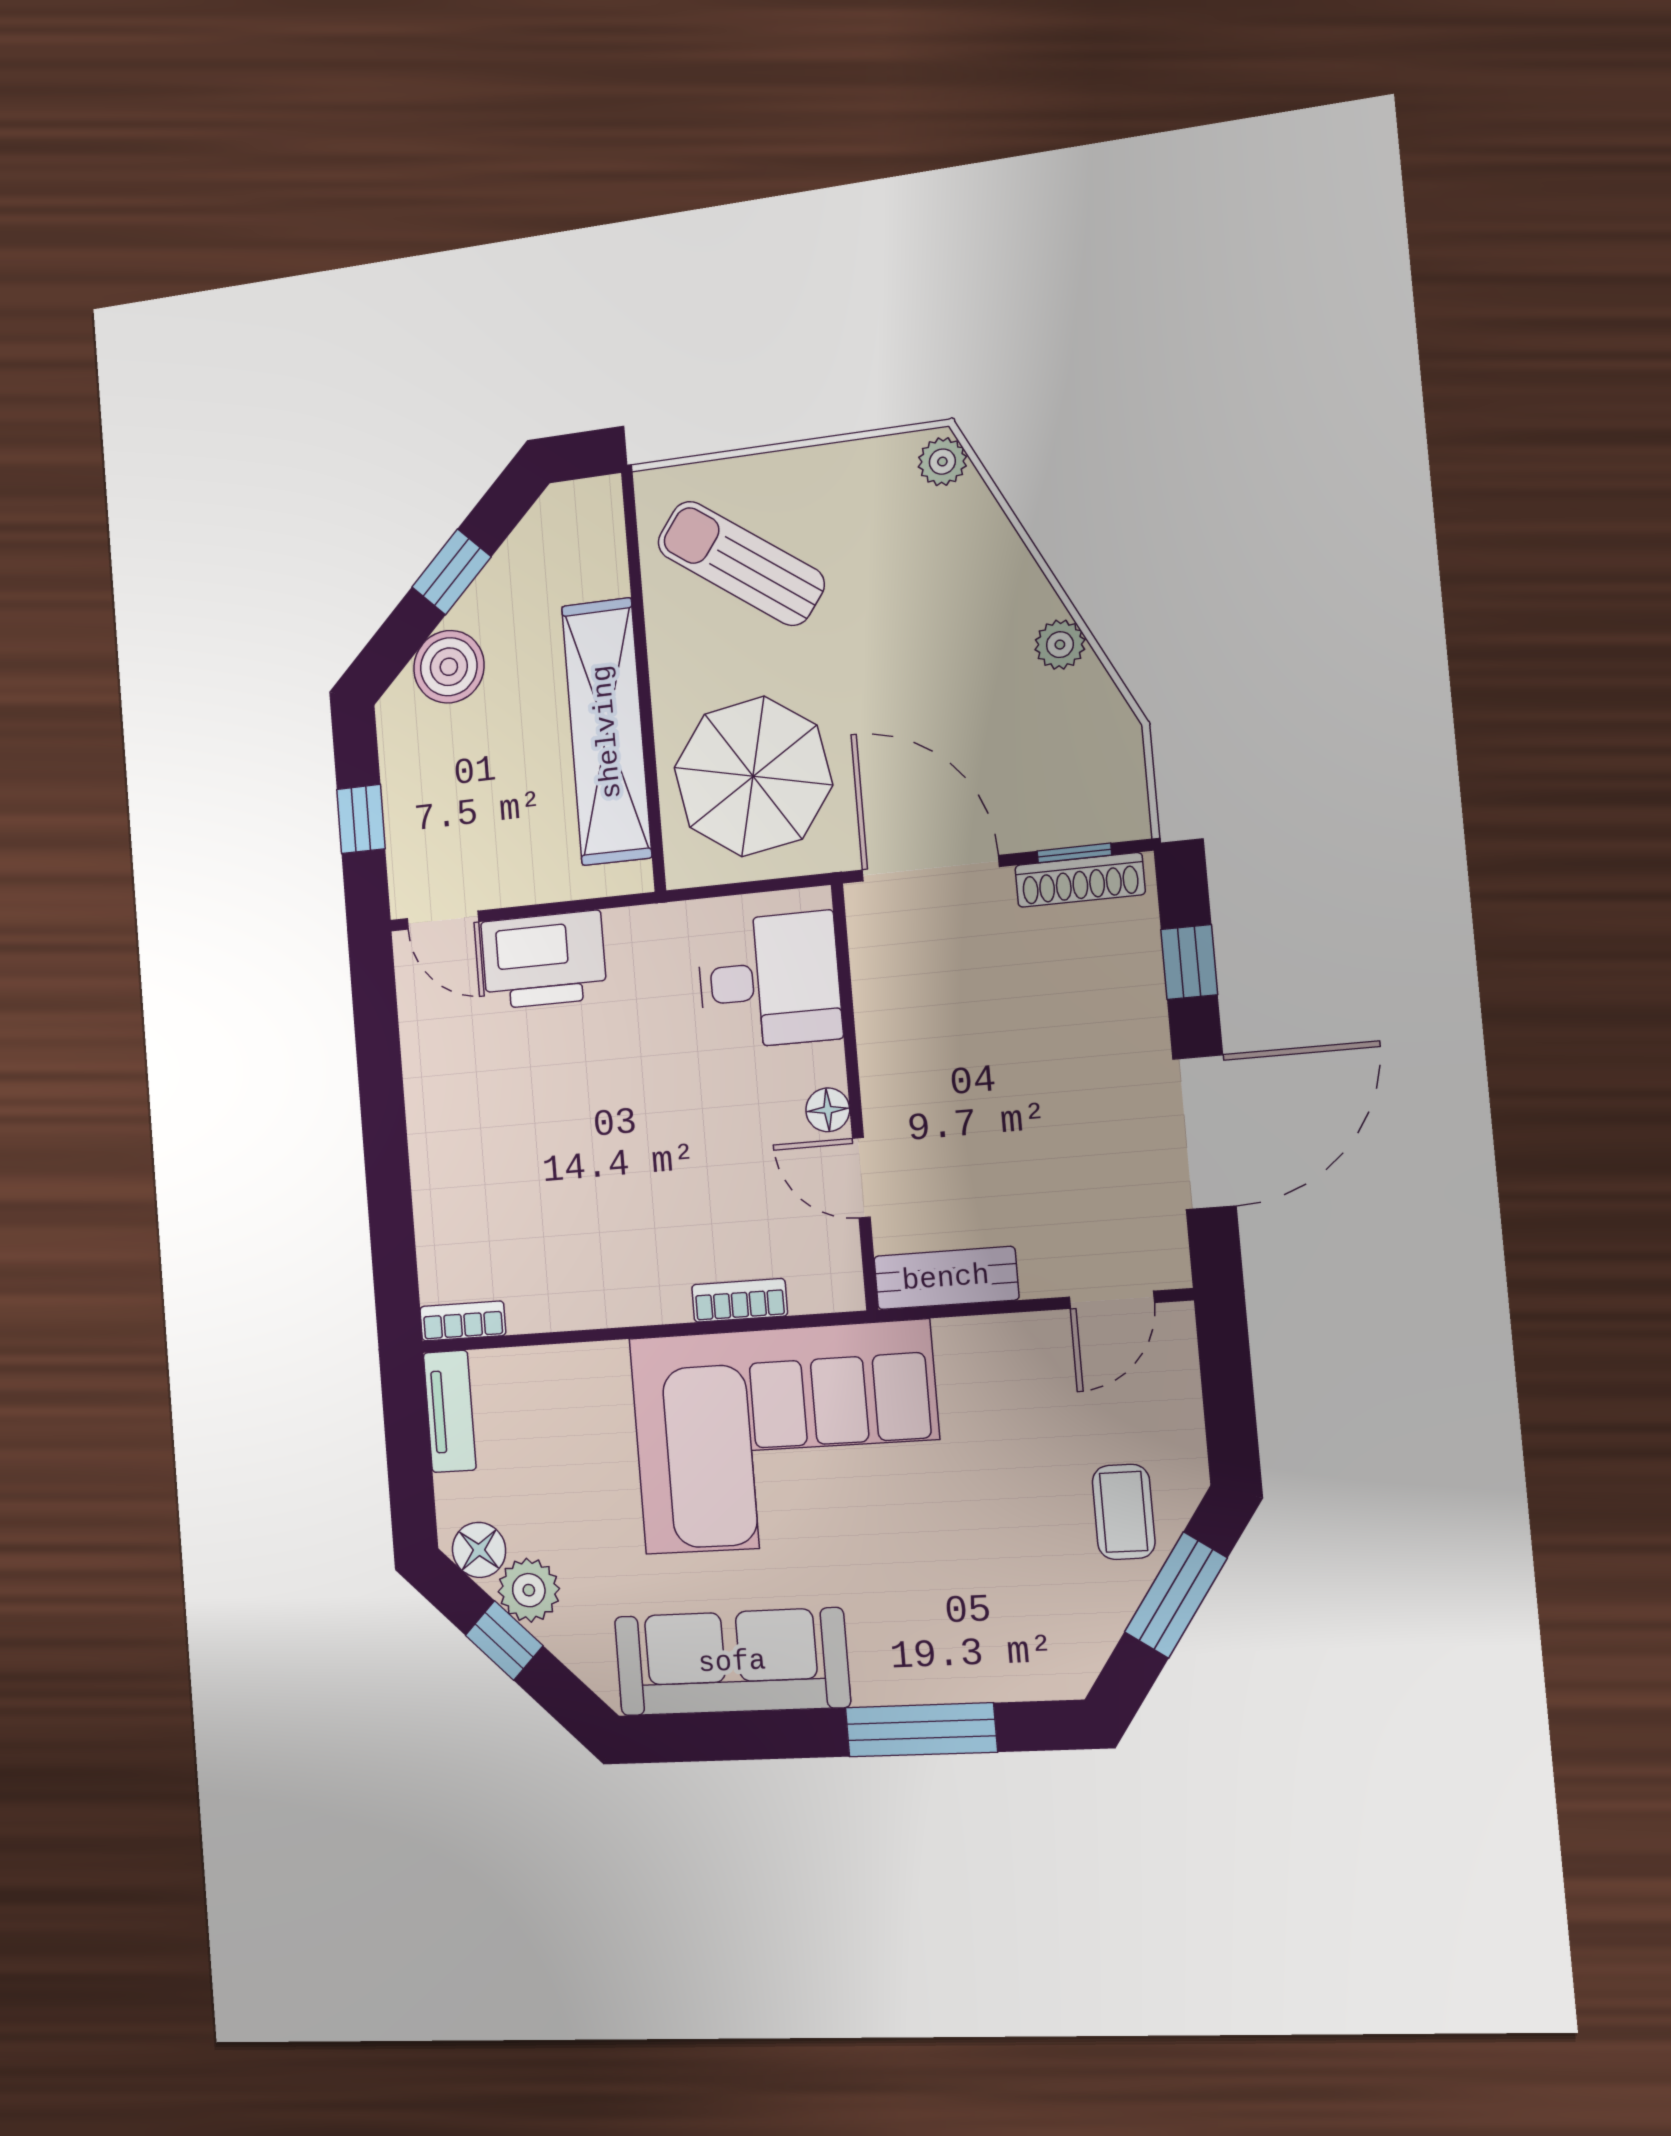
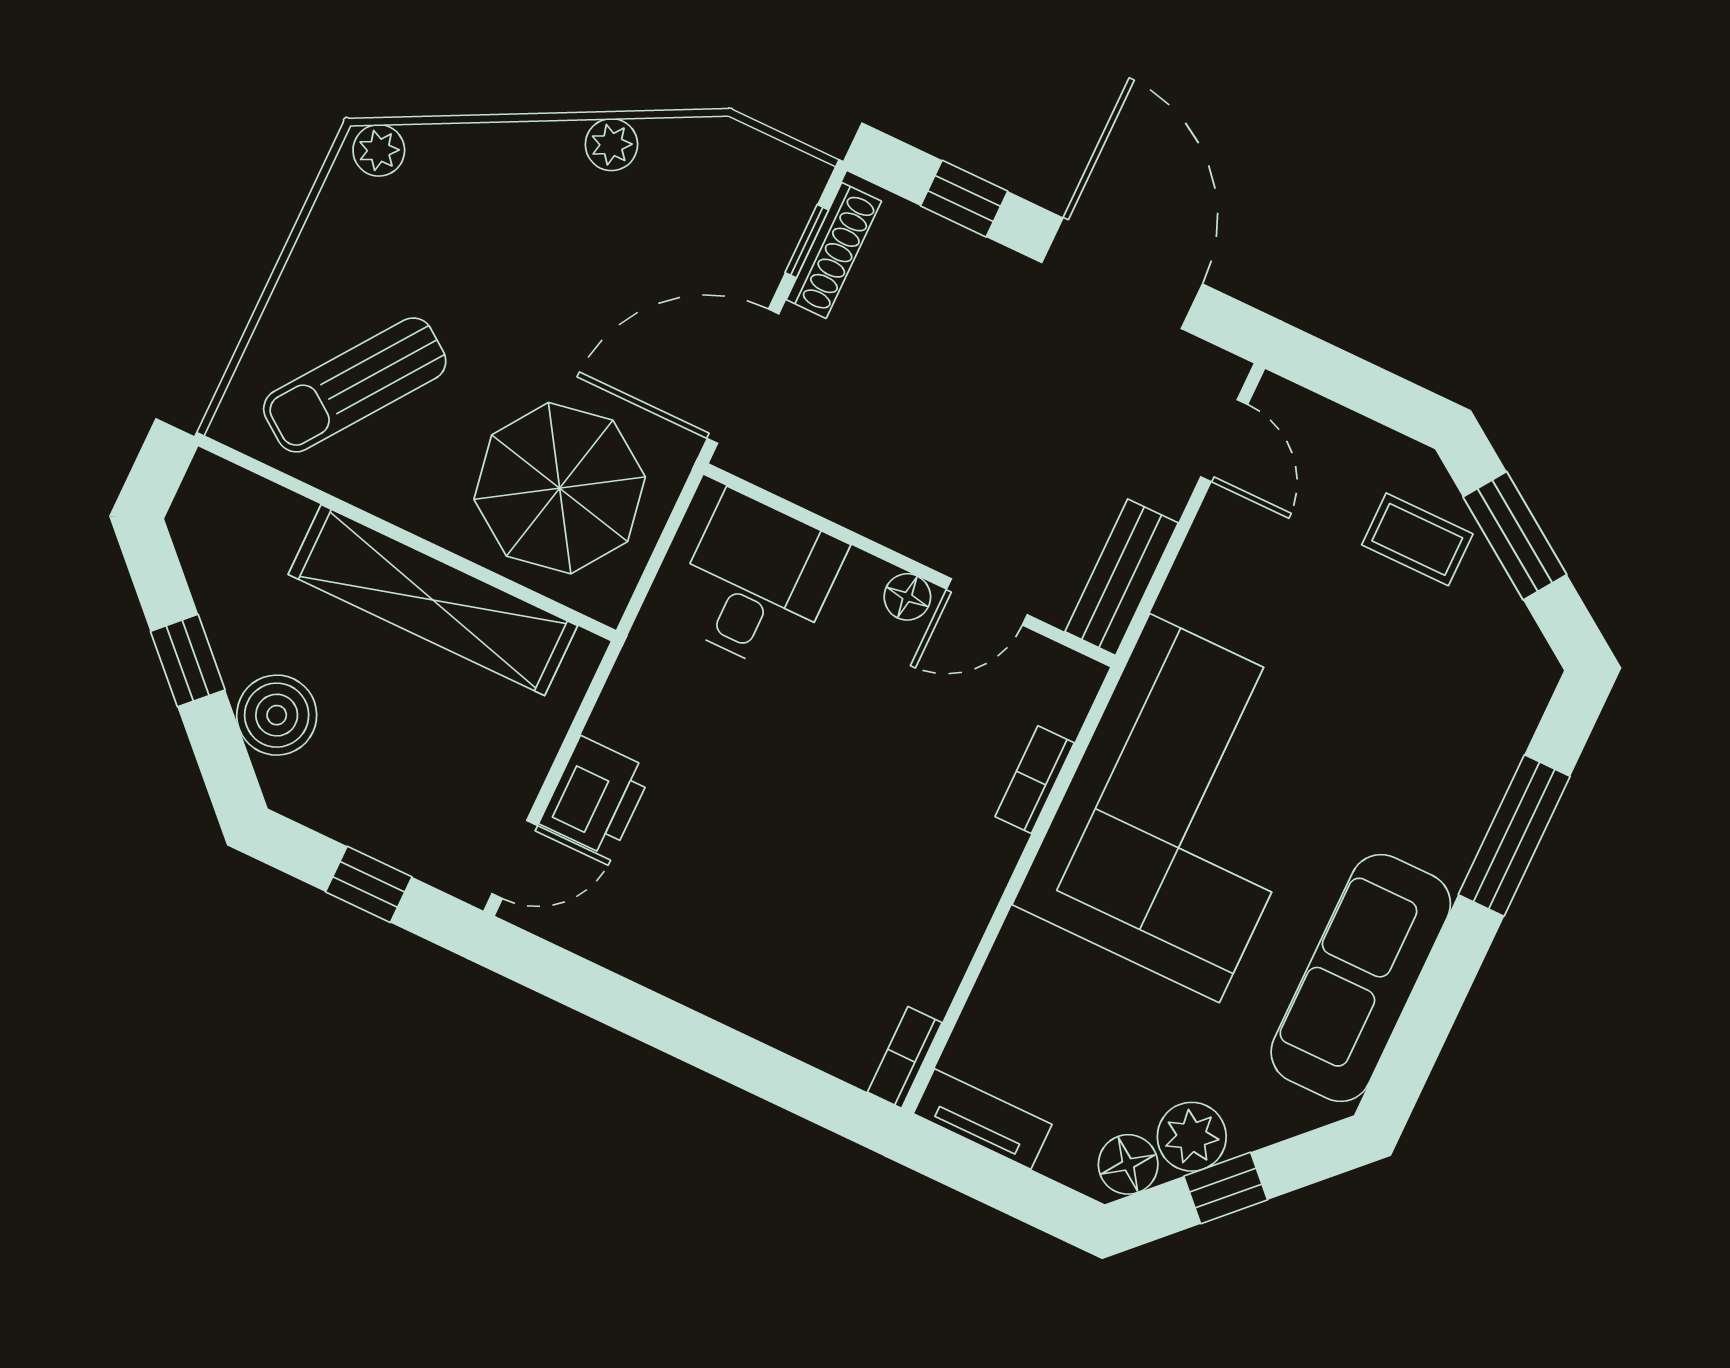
printer: (544, 960) -> (596, 797), width x0.73, depth x0.84

